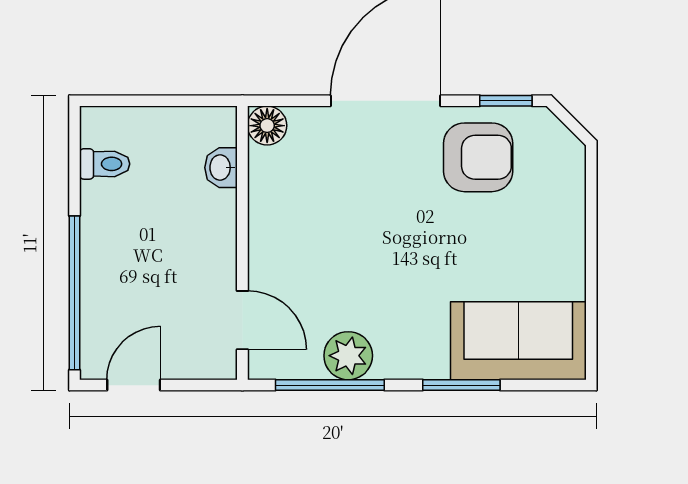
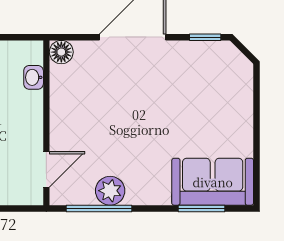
armchair: (478, 157) -> (188, 71), removed
door: (242, 320) -> (46, 169), hinge flipped
window: (461, 385) -> (202, 208), moved

